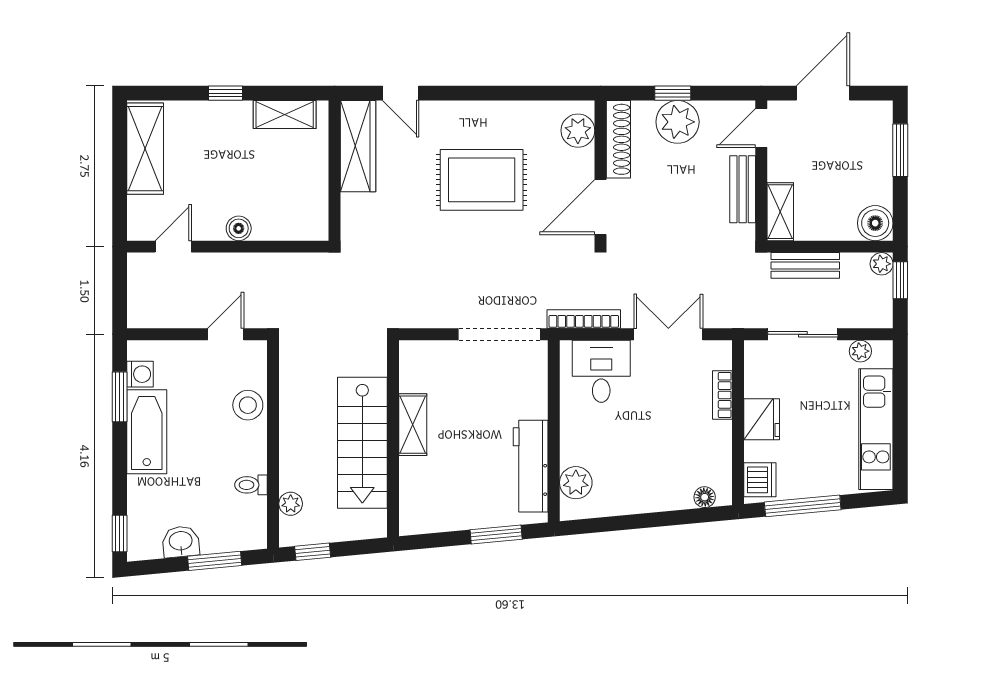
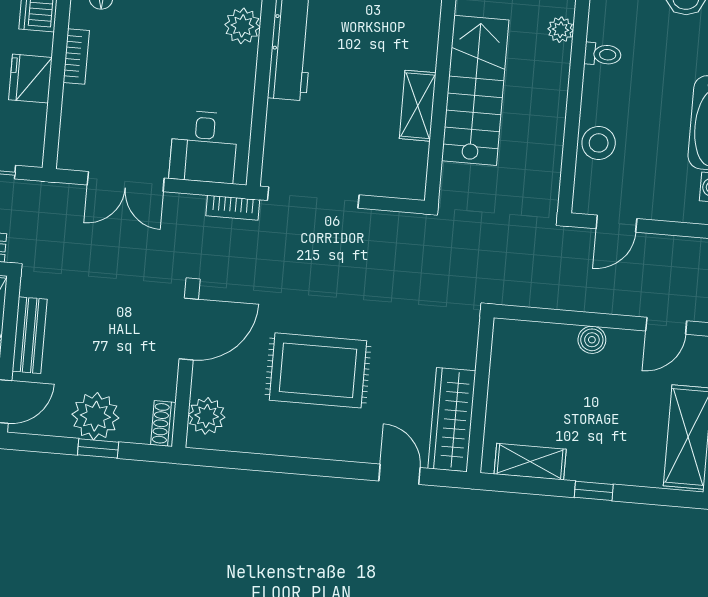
shoe rack: (618, 139) -> (163, 424), width x0.51, depth x0.81
bookcase: (584, 319) -> (233, 208), width x0.64
bookcase: (722, 395) -> (76, 56), moved

